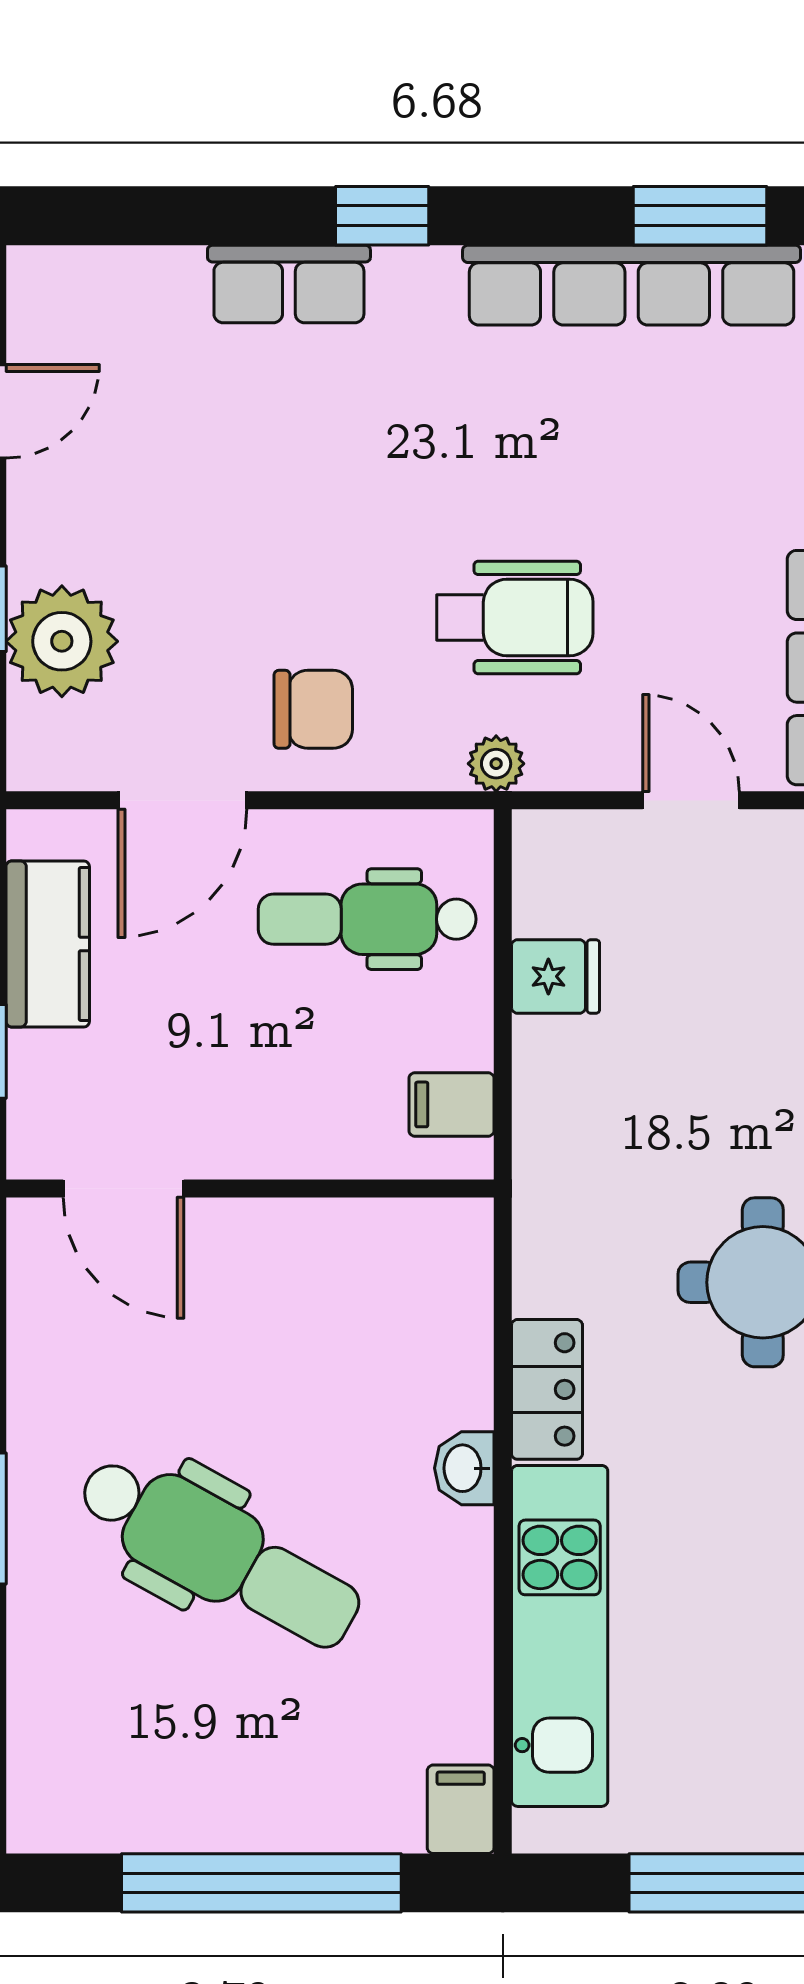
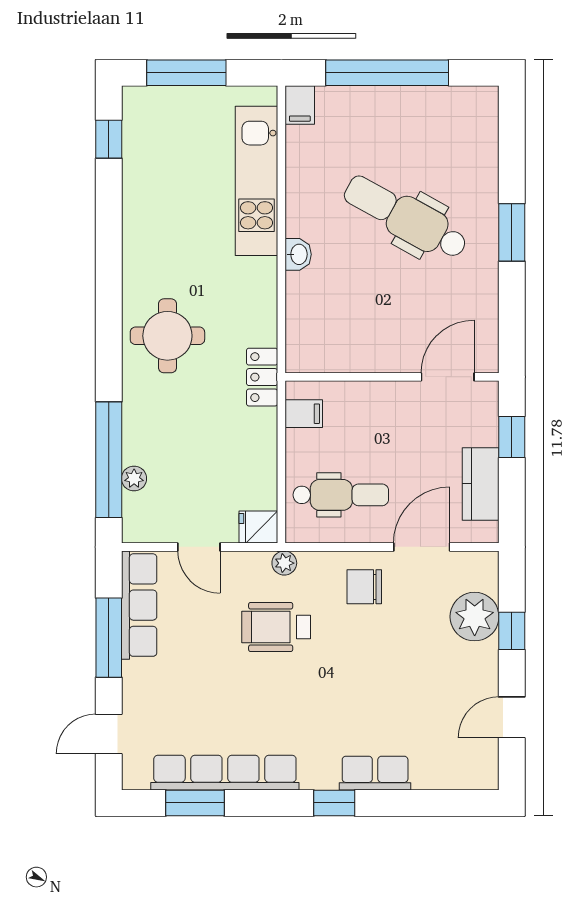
fridge: (556, 976) -> (258, 527), moved
door: (123, 1189) -> (448, 377), hinge flipped
locker: (547, 1389) -> (262, 377), moved

